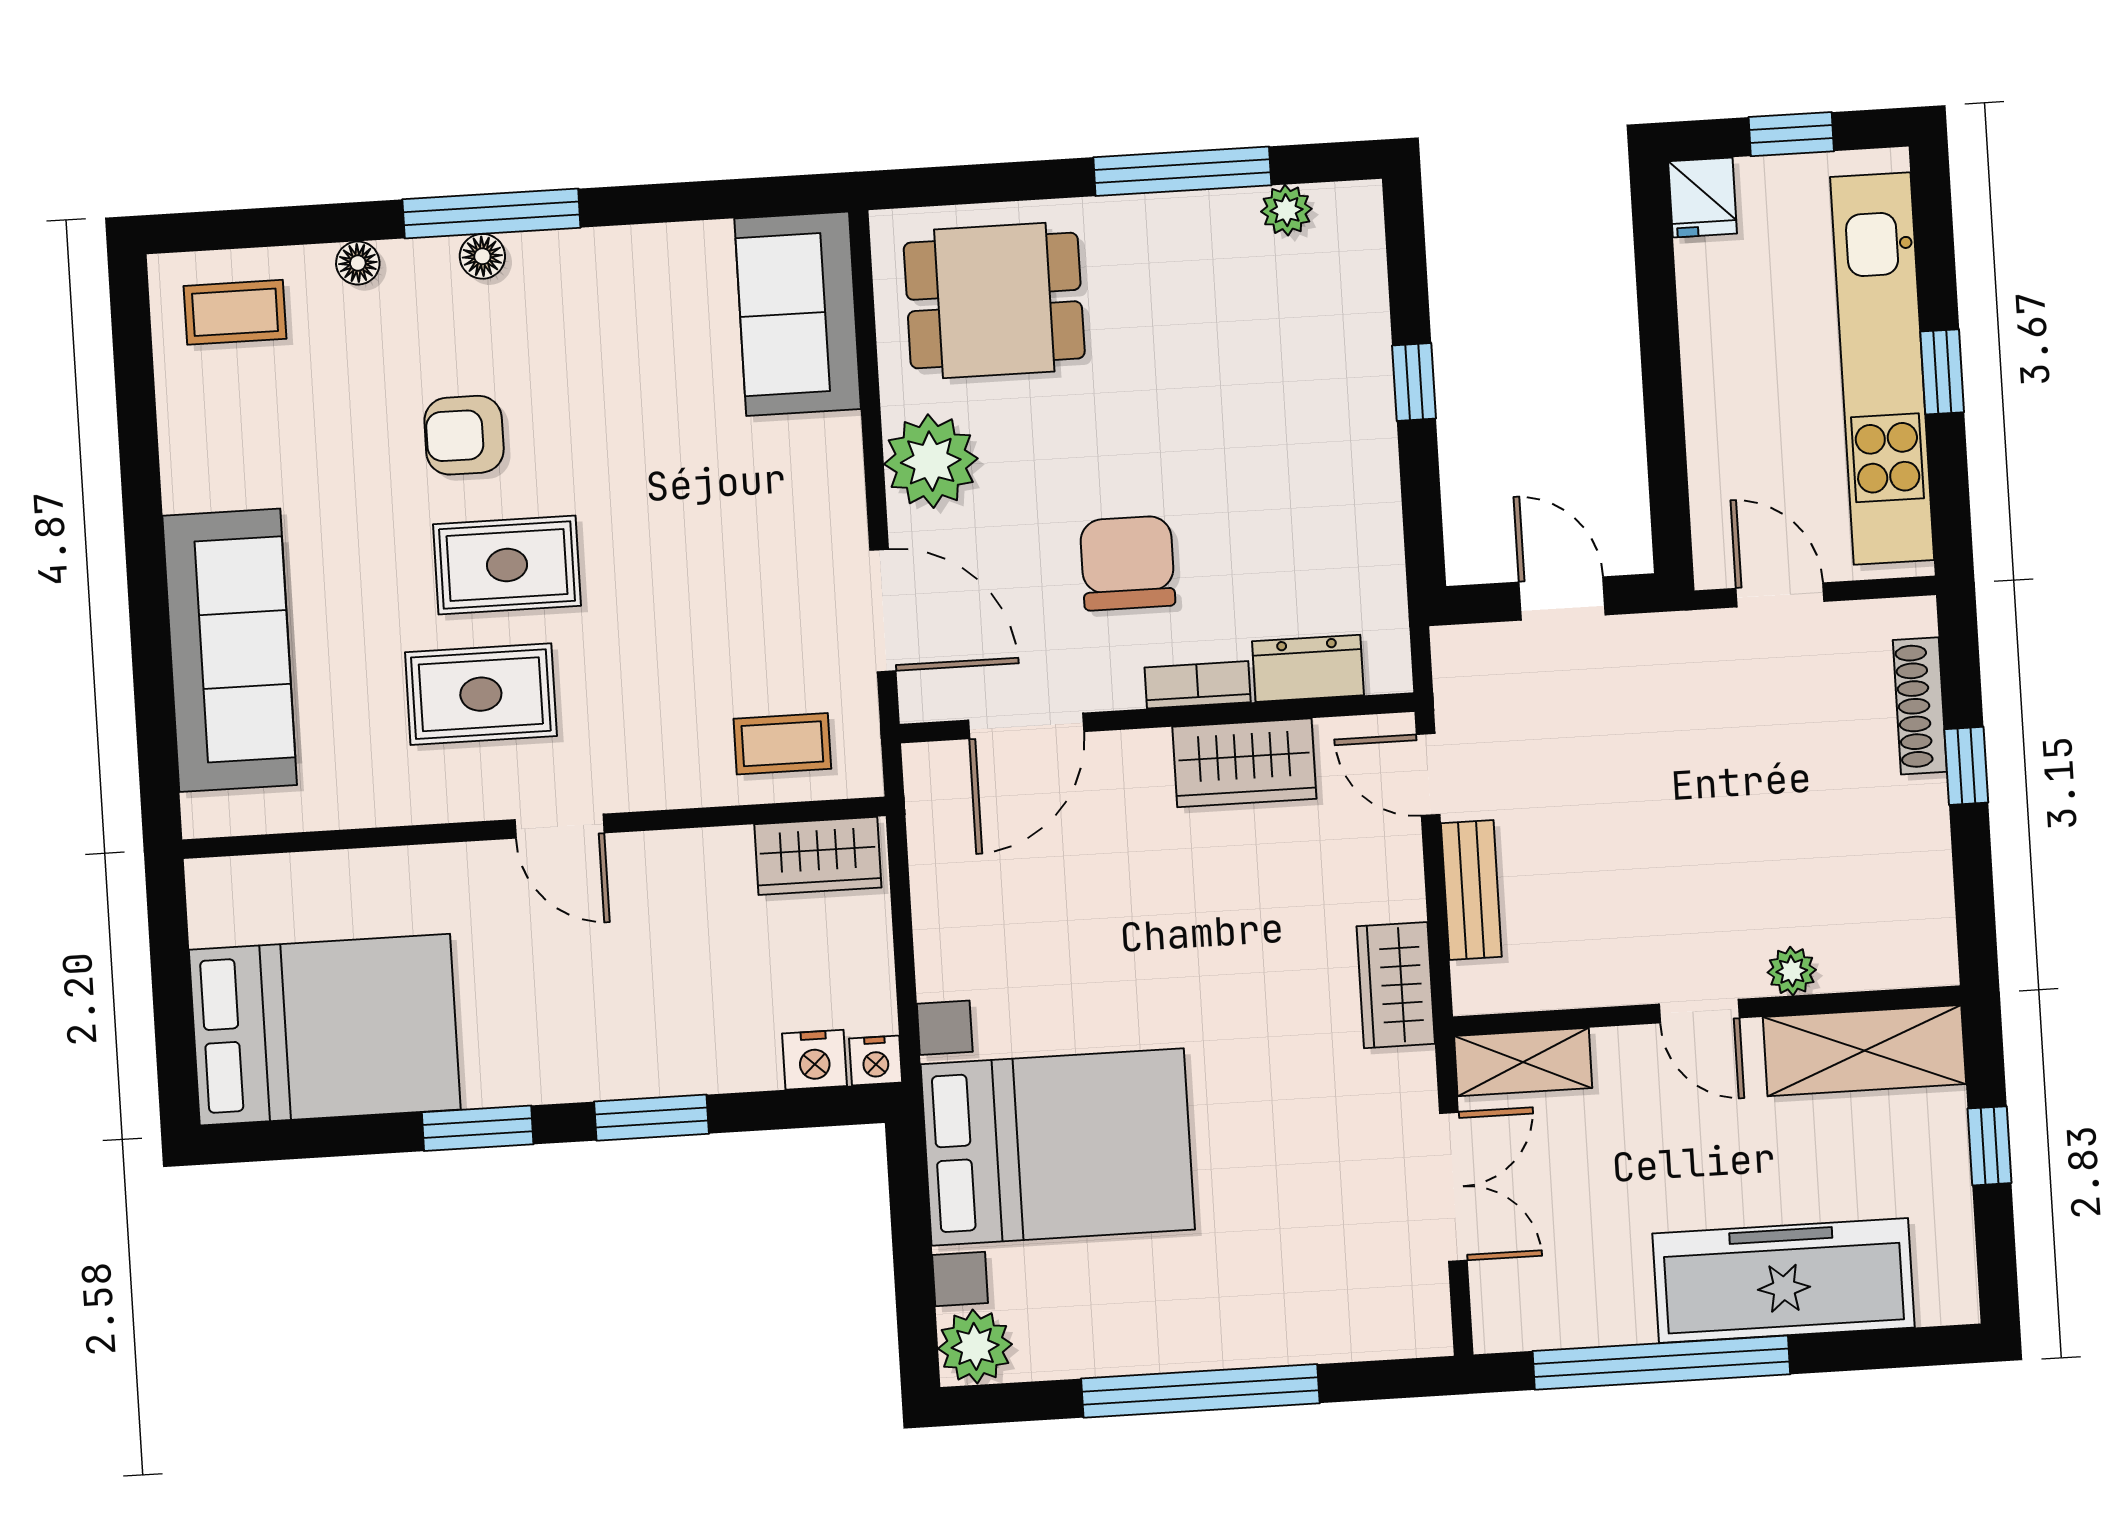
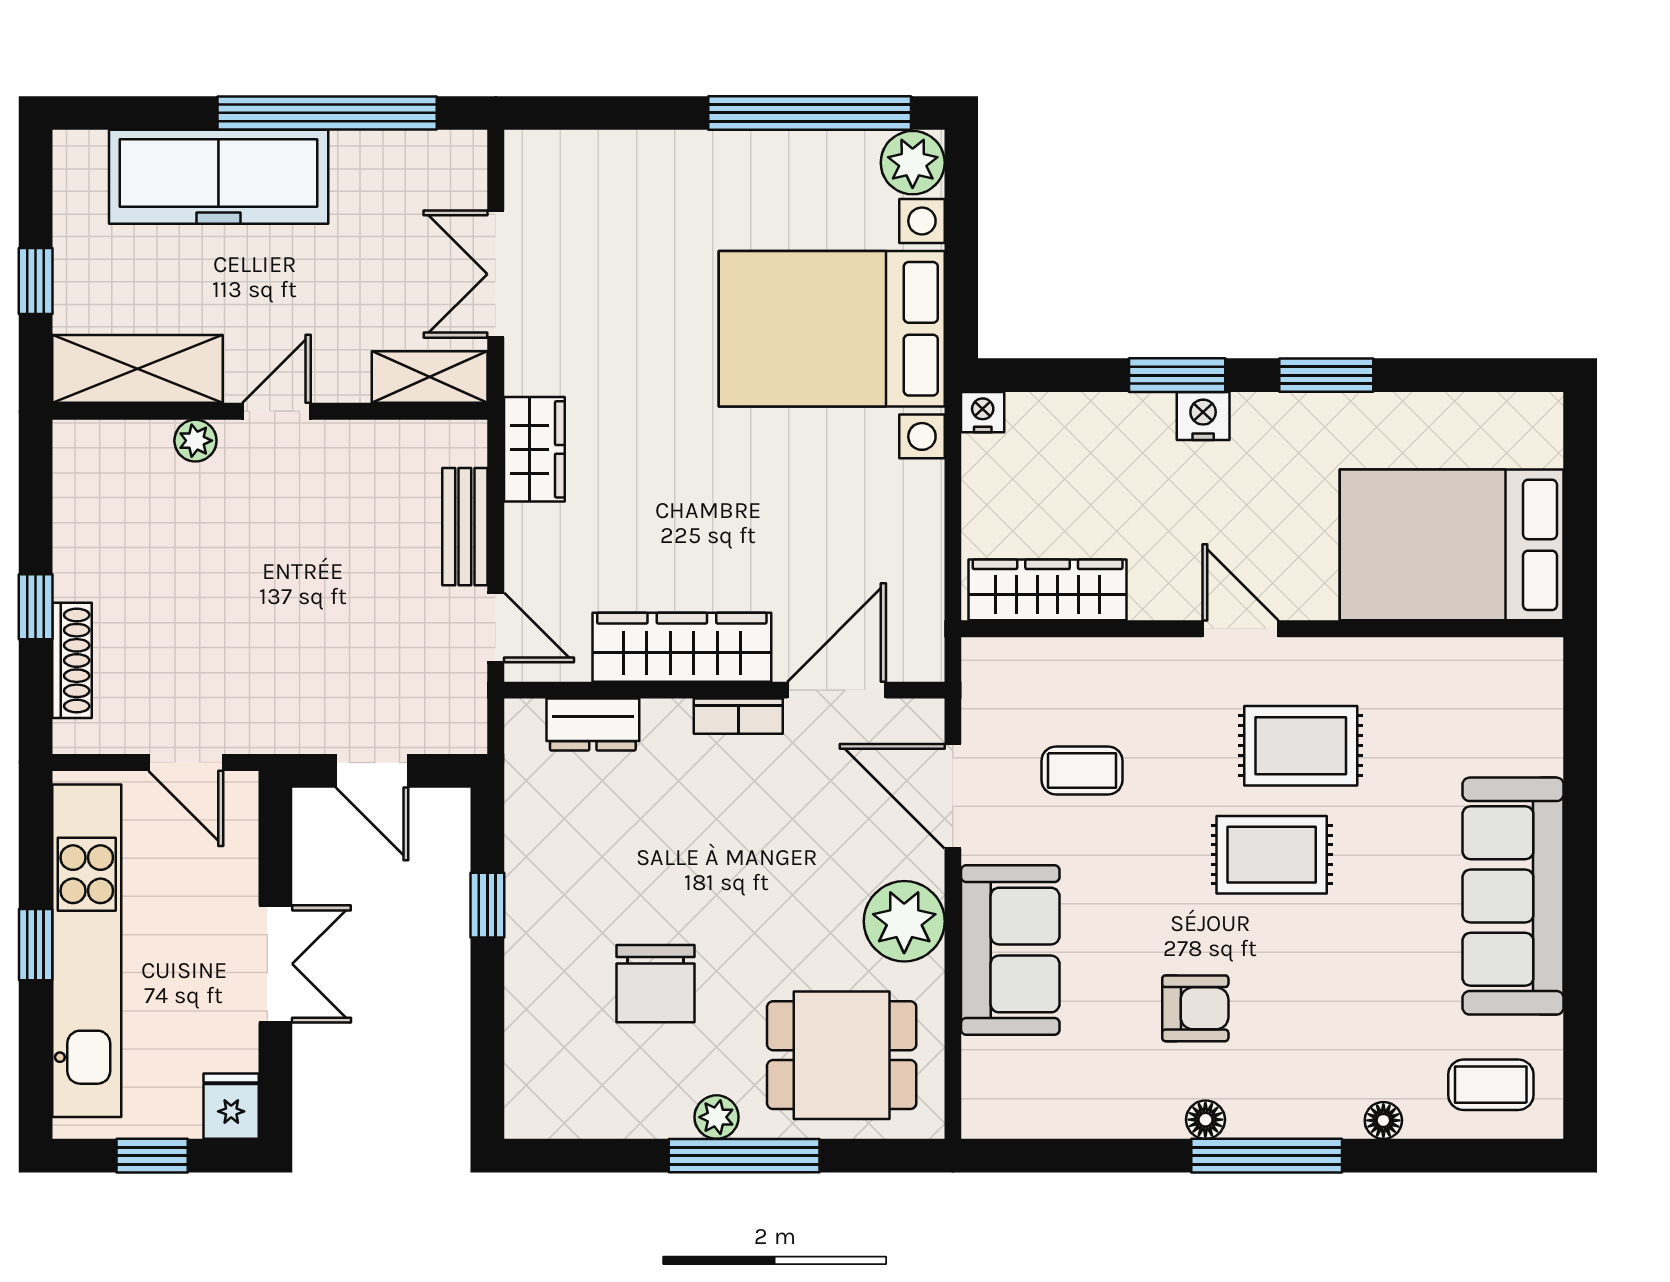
window: (1182, 171) -> (744, 1156), moved
plant: (1286, 210) -> (717, 1117), moved
floor lamp: (482, 256) -> (1205, 1120), moved
sofa: (798, 314) -> (1010, 950), moved
double door: (1661, 367) -> (275, 964), added
window: (1414, 382) -> (487, 905), moved
armchair: (464, 435) -> (1195, 1008), moved
chair: (1127, 563) -> (656, 984), moved
sofa: (230, 650) -> (1513, 896), moved
bookcase: (1198, 685) -> (738, 716), moved
coffee table: (782, 744) -> (1082, 770), moved
wardrobe: (1244, 763) -> (682, 647), width x1.50
wardrobe: (818, 856) -> (1048, 590), width x1.50
door: (1699, 1011) -> (277, 411), hinge flipped
bed: (325, 1030) -> (1452, 545), moved
nightstand: (815, 1060) -> (1203, 416), moved
window: (1200, 1391) -> (810, 113), moved

